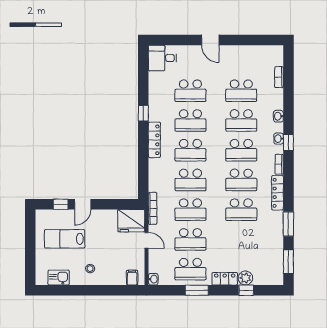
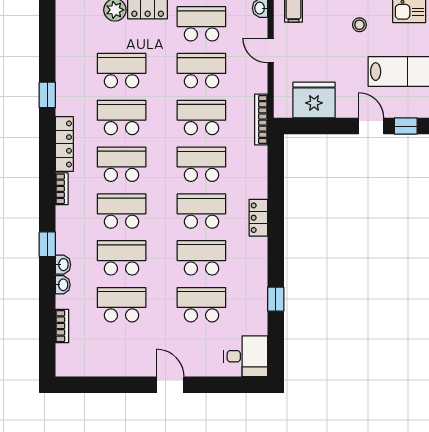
window: (143, 113) -> (276, 299), moved
washbasin: (279, 139) -> (63, 285), moved
locker: (154, 140) -> (258, 218), width x0.66
window: (288, 143) -> (47, 244), moved
door: (83, 204) -> (371, 126), hinge flipped
fridge: (131, 221) -> (314, 100), moved
window: (288, 224) -> (47, 95), width x0.67
school desk: (241, 239) -> (122, 71), added
door: (147, 240) -> (271, 50), moved
window: (288, 262) -> (47, 35), removed

